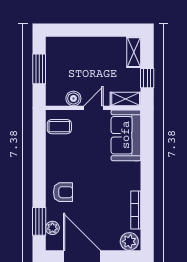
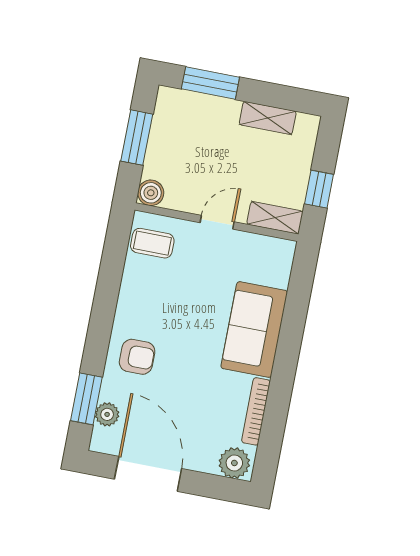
window: (75, 30) -> (210, 83), added
shelving: (134, 52) -> (268, 118), moved, turned 90
boiler: (73, 98) -> (151, 193), moved
sofa: (126, 135) -> (254, 329), moved

